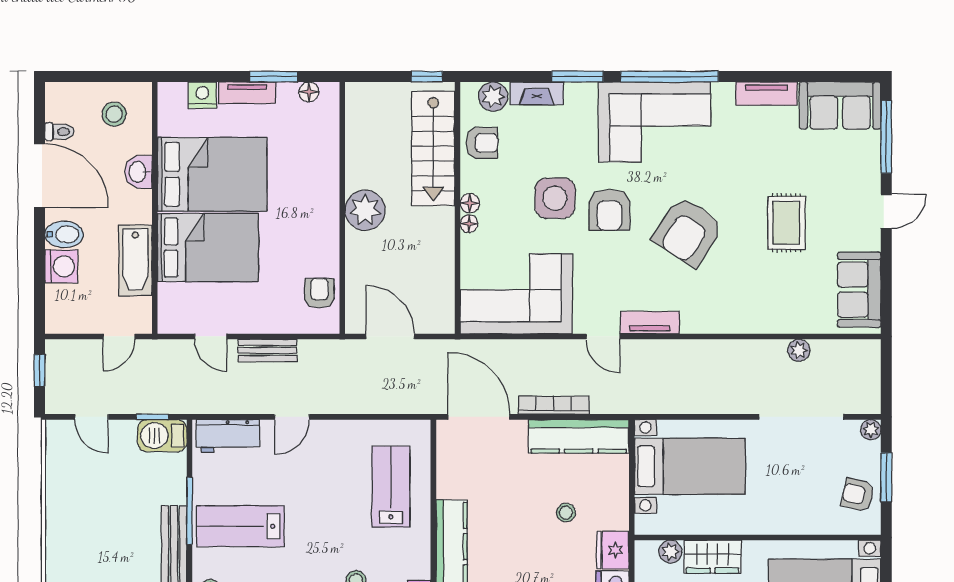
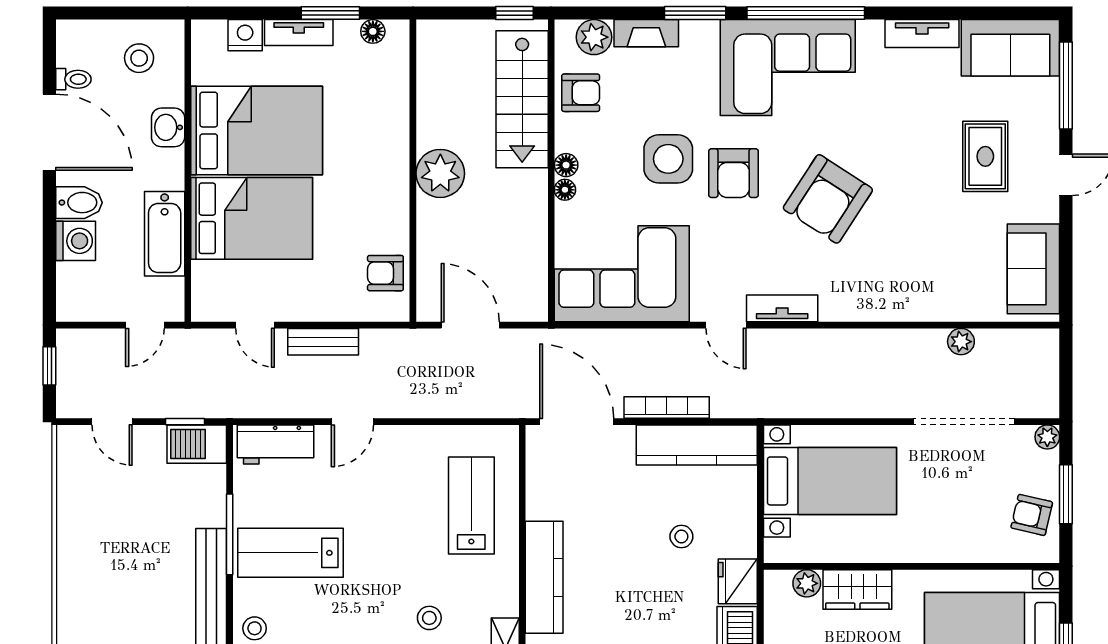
rug: (786, 223) -> (985, 156), moved
armchair: (319, 293) -> (385, 273), turned -90

